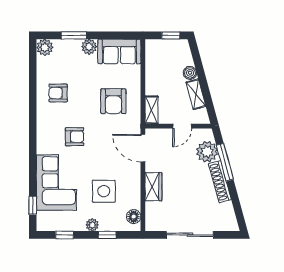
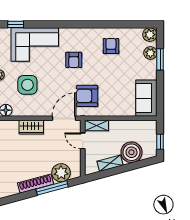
plant: (89, 47) -> (150, 53), moved
boiler: (190, 73) -> (131, 152), width x1.86, depth x1.86
armchair: (113, 101) -> (87, 96), moved
door: (182, 126) -> (83, 141), moved

